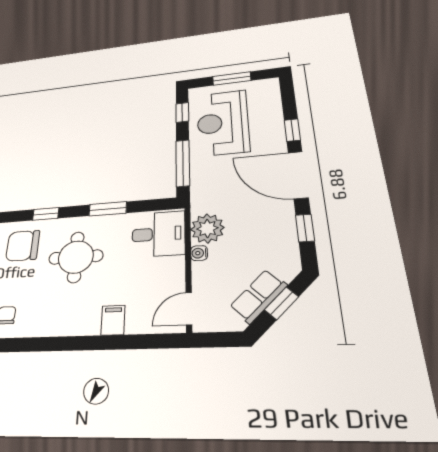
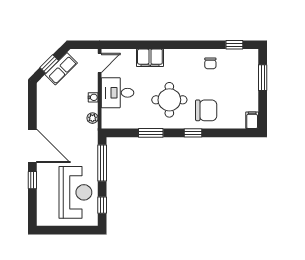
window: (232, 79) -> (68, 230), removed
plant: (207, 228) -> (92, 118), width x0.53, depth x0.53
window: (305, 228) -> (32, 109), removed
desk: (158, 234) -> (118, 93), moved
filing cabinet: (113, 320) -> (150, 58), width x2.00

